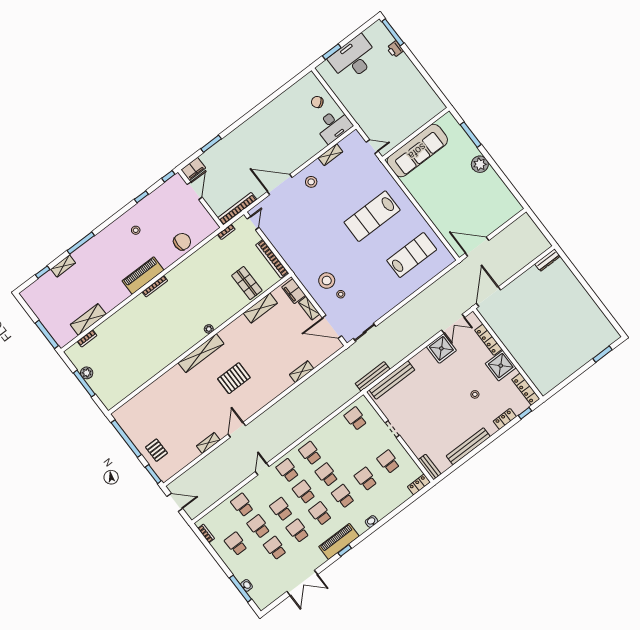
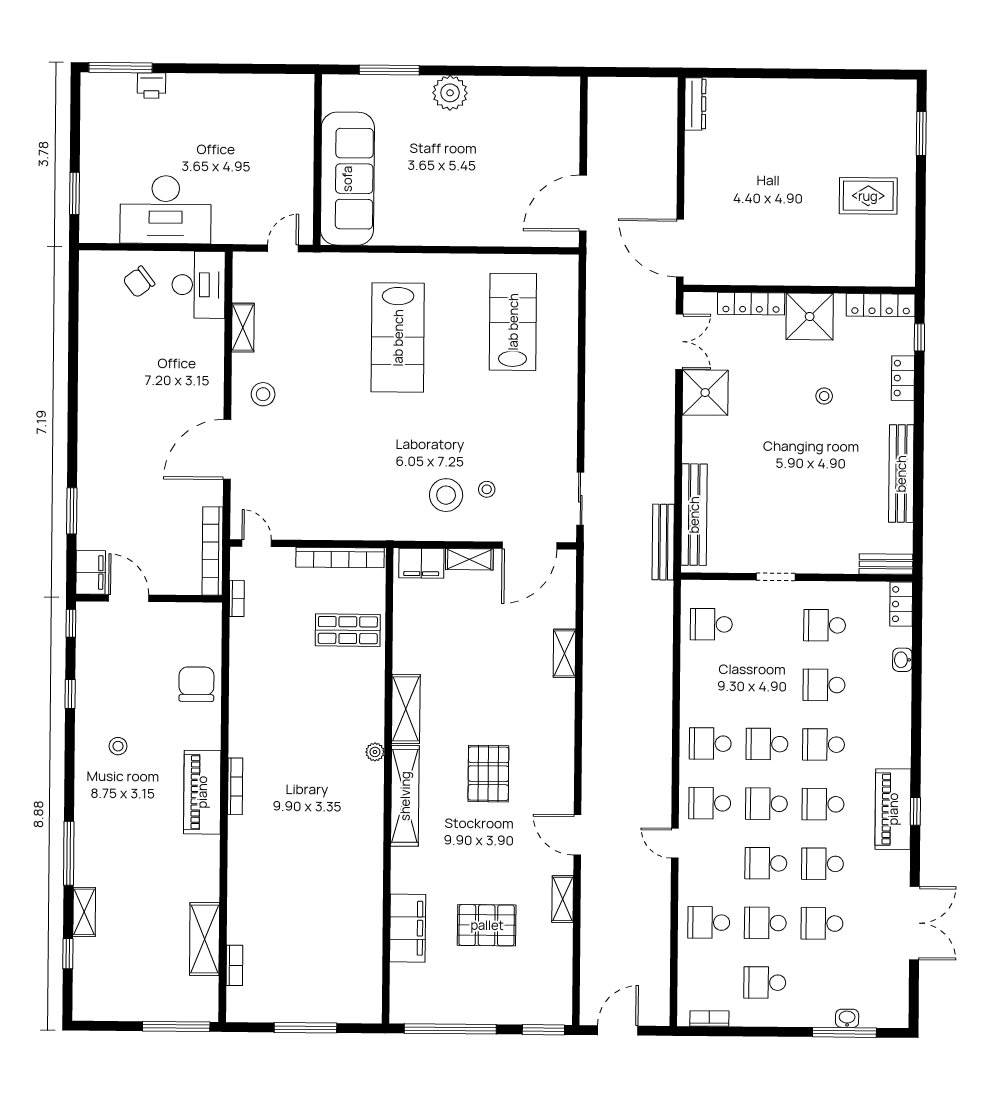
desk: (354, 59) -> (166, 210), moved, turned -90
shelving: (260, 308) -> (406, 709), moved
rug: (563, 352) -> (868, 196), added
plant: (87, 373) -> (291, 1010), removed
filing cabinet: (152, 393) -> (408, 928), added
pallet: (157, 450) -> (487, 925), moved, width x1.50, depth x1.42
washbasin: (372, 521) -> (902, 660), moved

